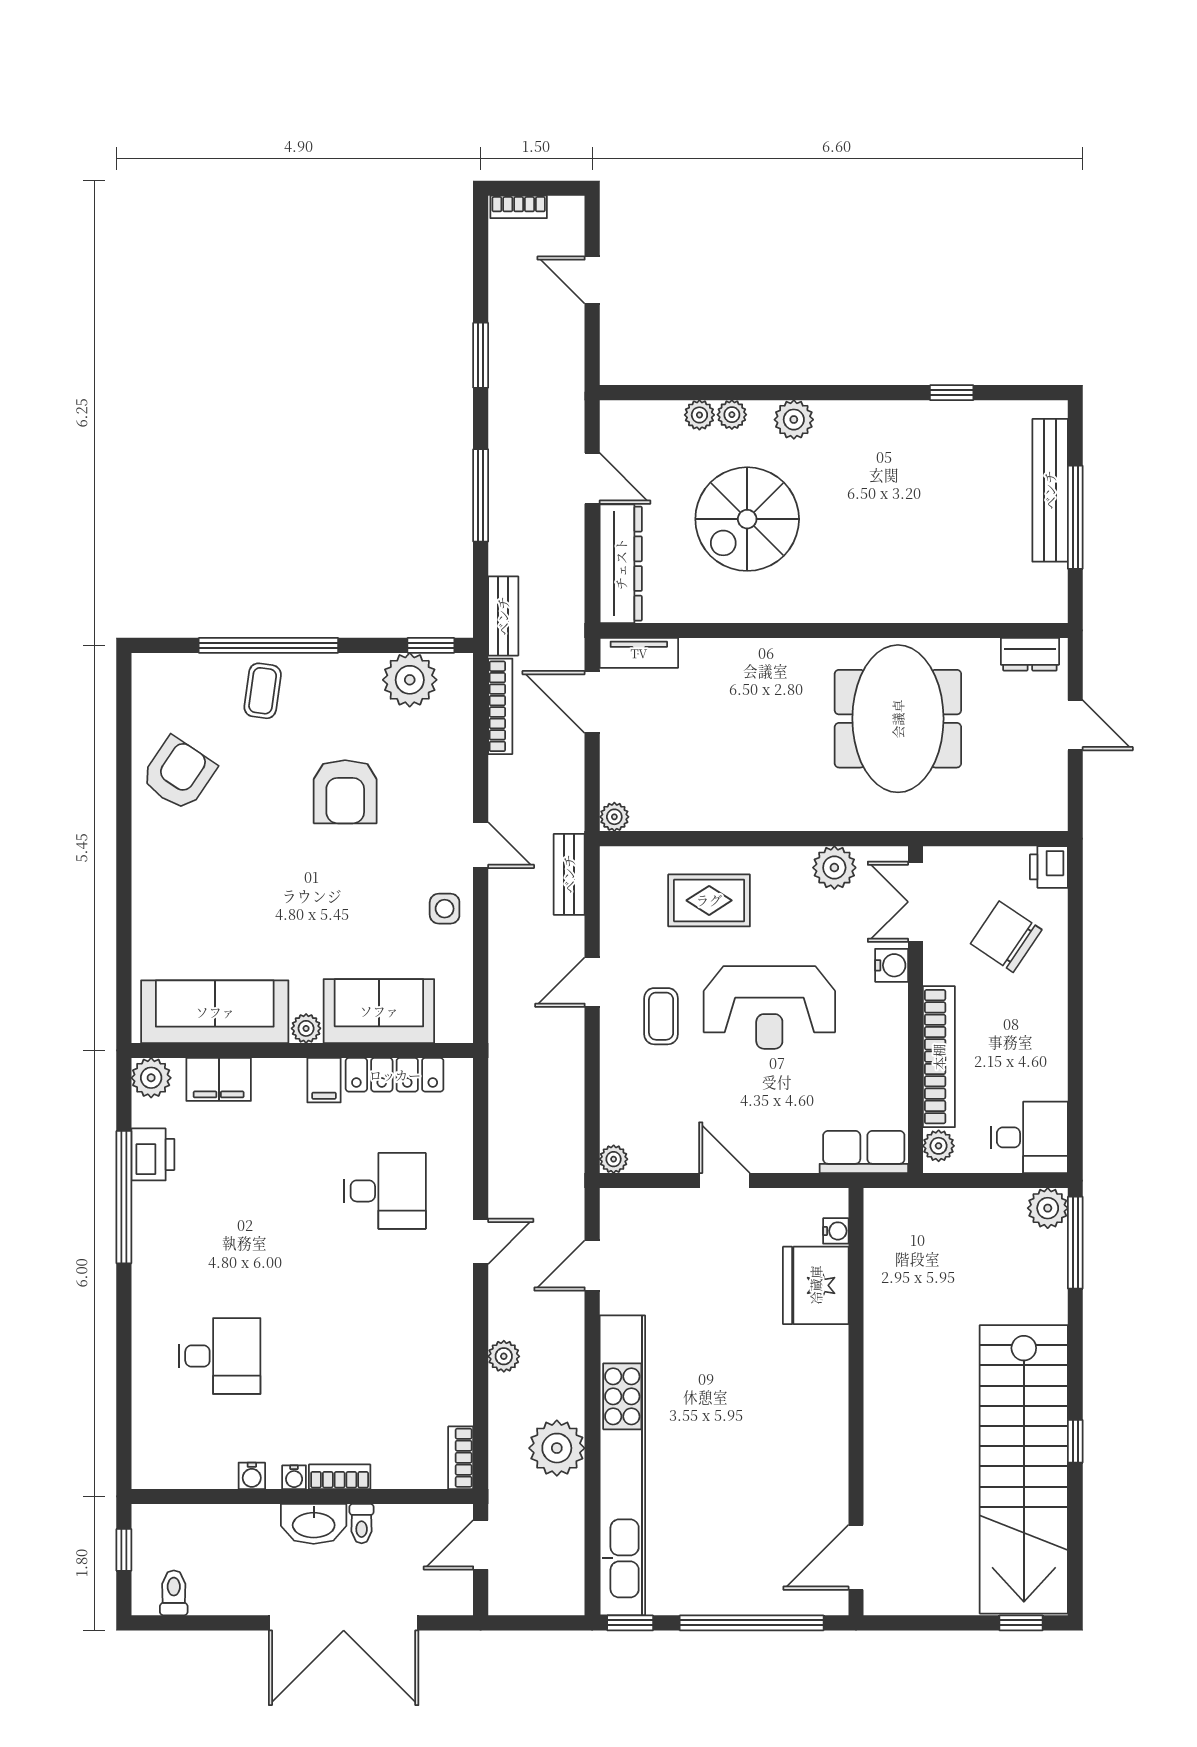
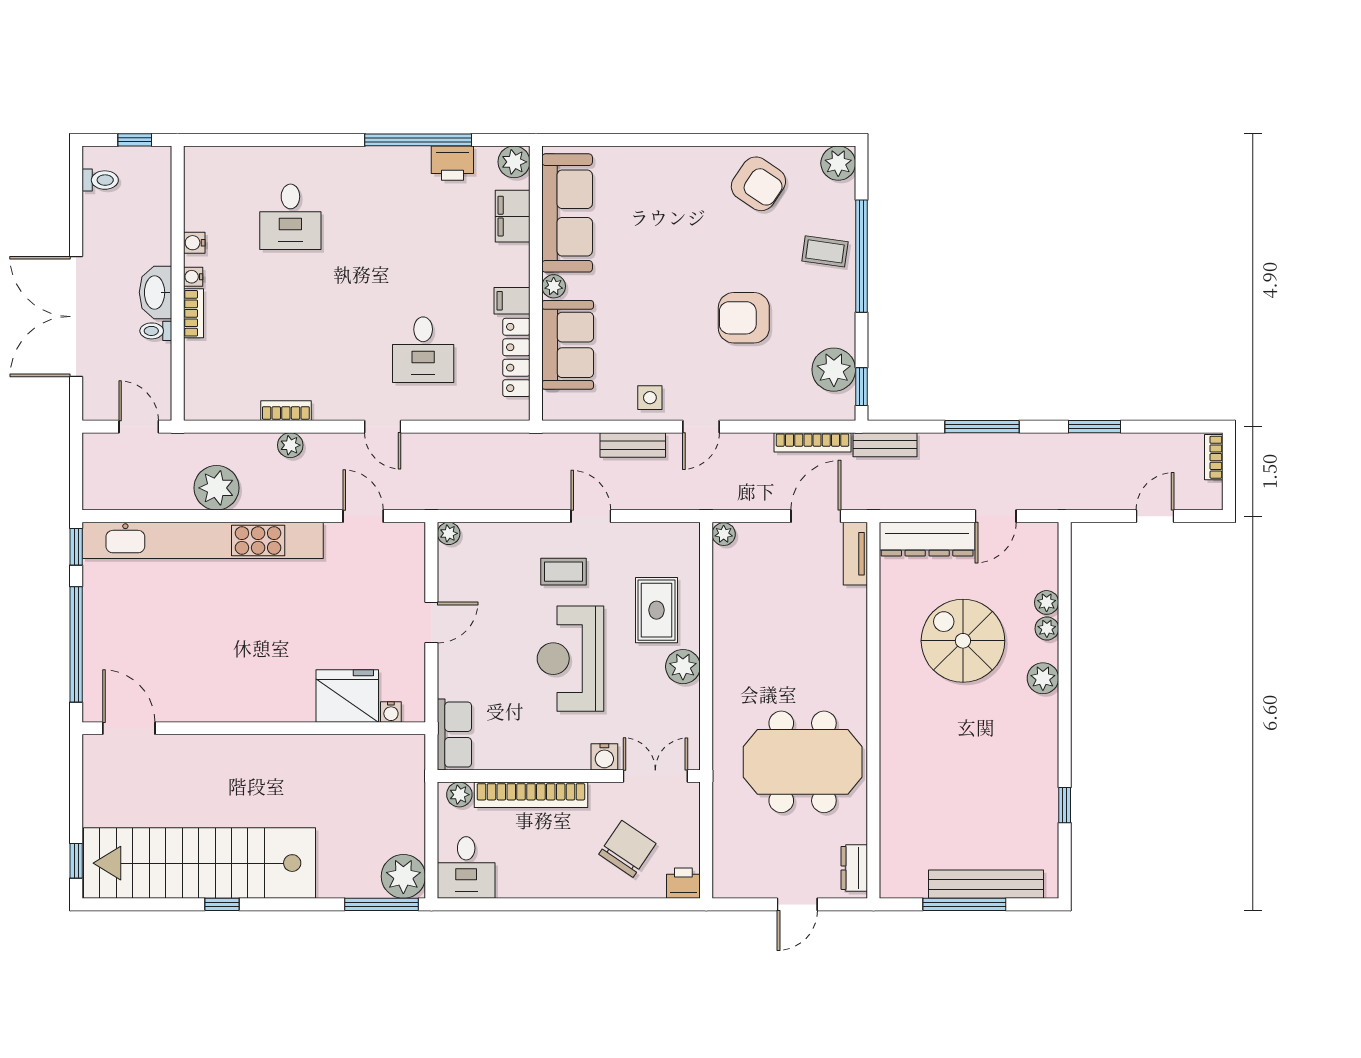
plant: (153, 674) -> (838, 163), added
plant: (834, 868) -> (683, 667), moved
bench: (569, 874) -> (633, 445), moved
plant: (1048, 1208) -> (403, 876), width x1.36, depth x1.36
bookcase: (461, 1458) -> (286, 411), moved

